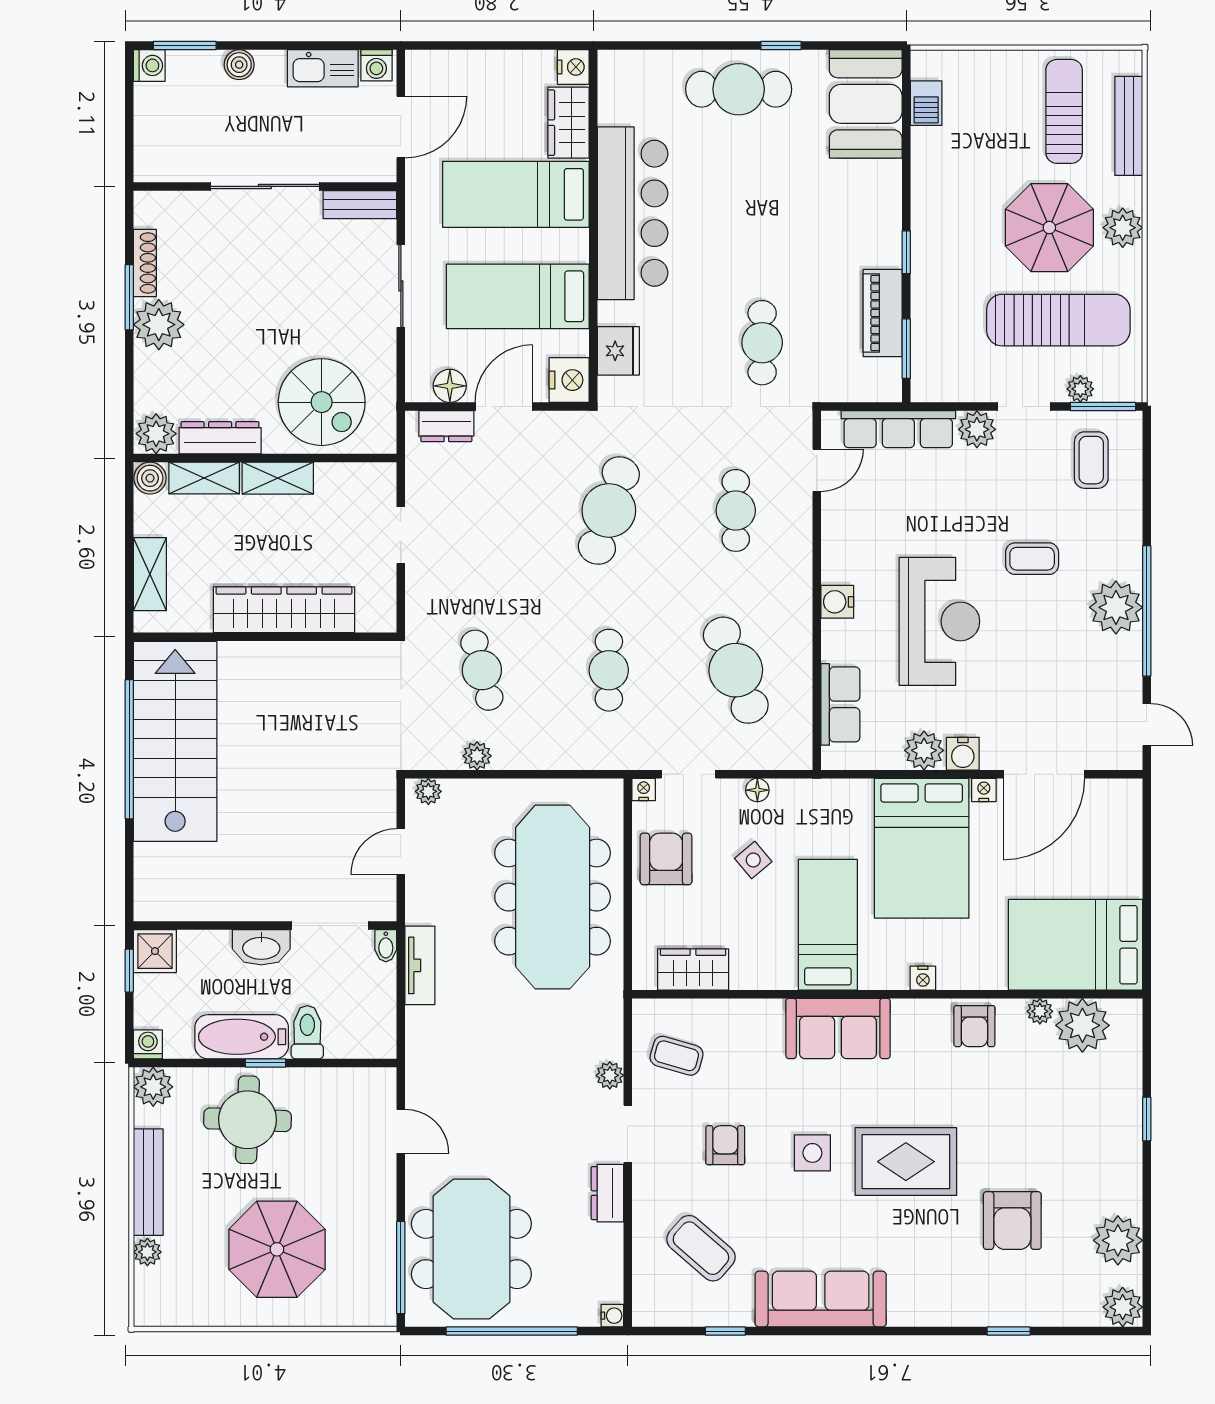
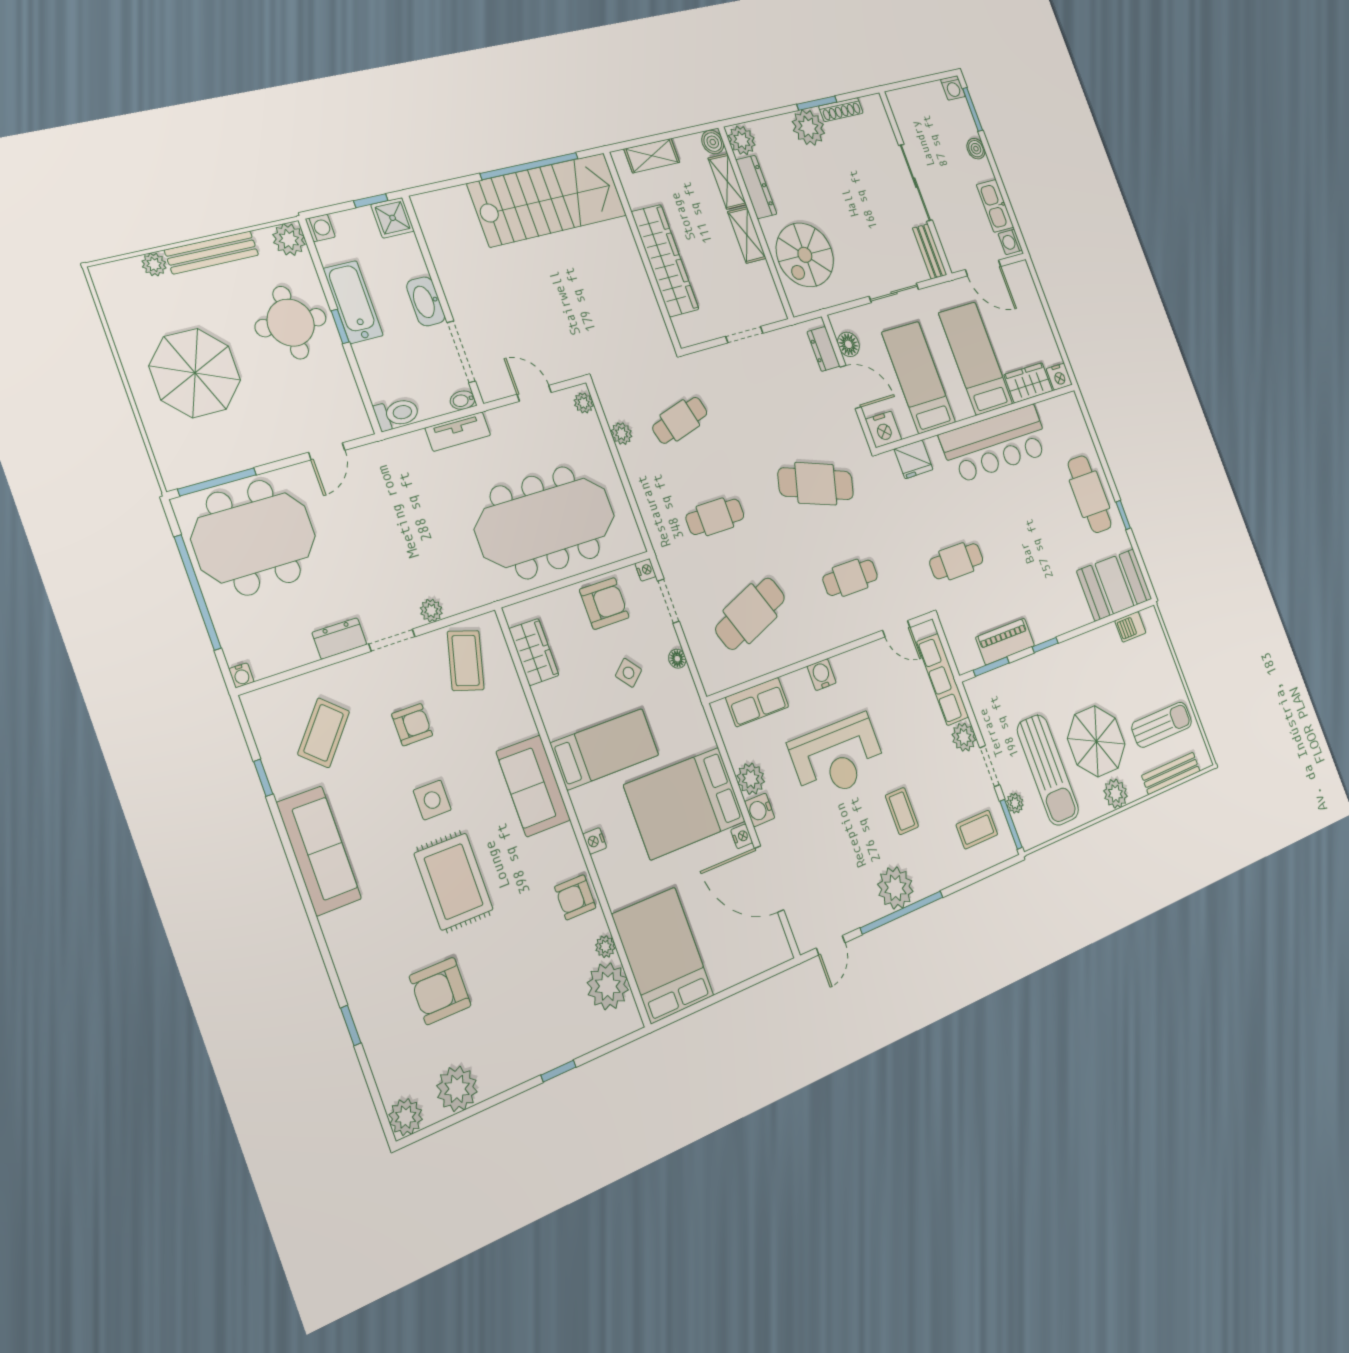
toilet: (307, 1032) -> (397, 414), moved
coffee table: (677, 1056) -> (466, 661), width x1.36, depth x1.30

